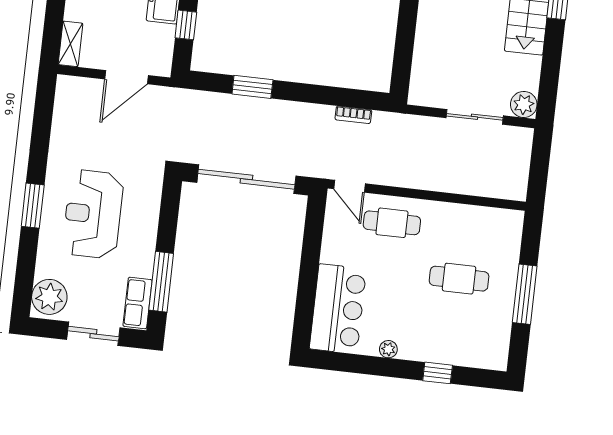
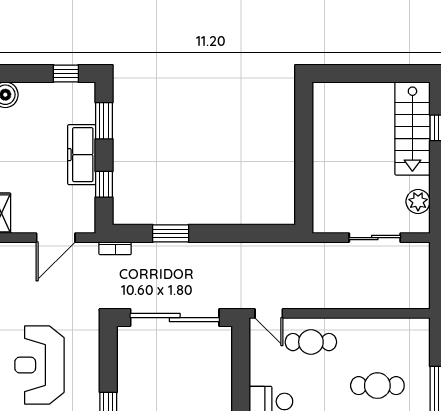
plant: (524, 104) -> (418, 202), moved
bookcase: (353, 115) -> (115, 248), moved

